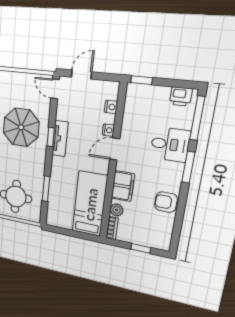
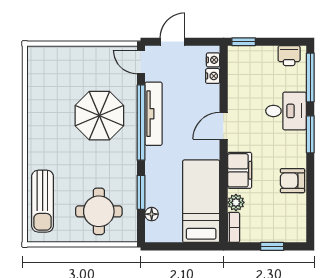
nightstand: (108, 130) -> (213, 60), moved
window: (51, 137) -> (141, 123), width x3.17
tv unit: (60, 139) -> (153, 114), width x1.41
floor lamp: (52, 206) -> (152, 214), added

